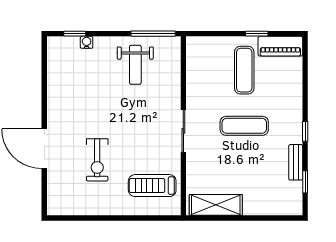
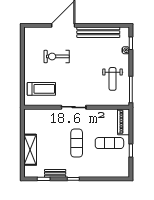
piano: (280, 46) -> (124, 122), moved
weight bench: (135, 65) -> (113, 79), turned -90
bench: (56, 89) -> (98, 32), added
treadmill: (152, 186) -> (41, 89), turned 90
shelving: (216, 205) -> (30, 150), moved

